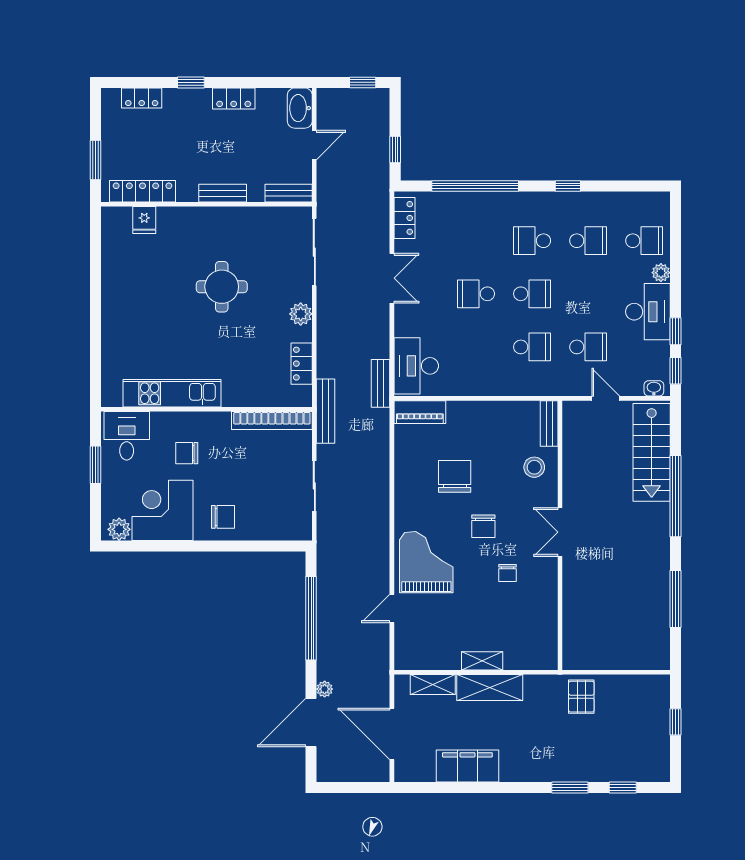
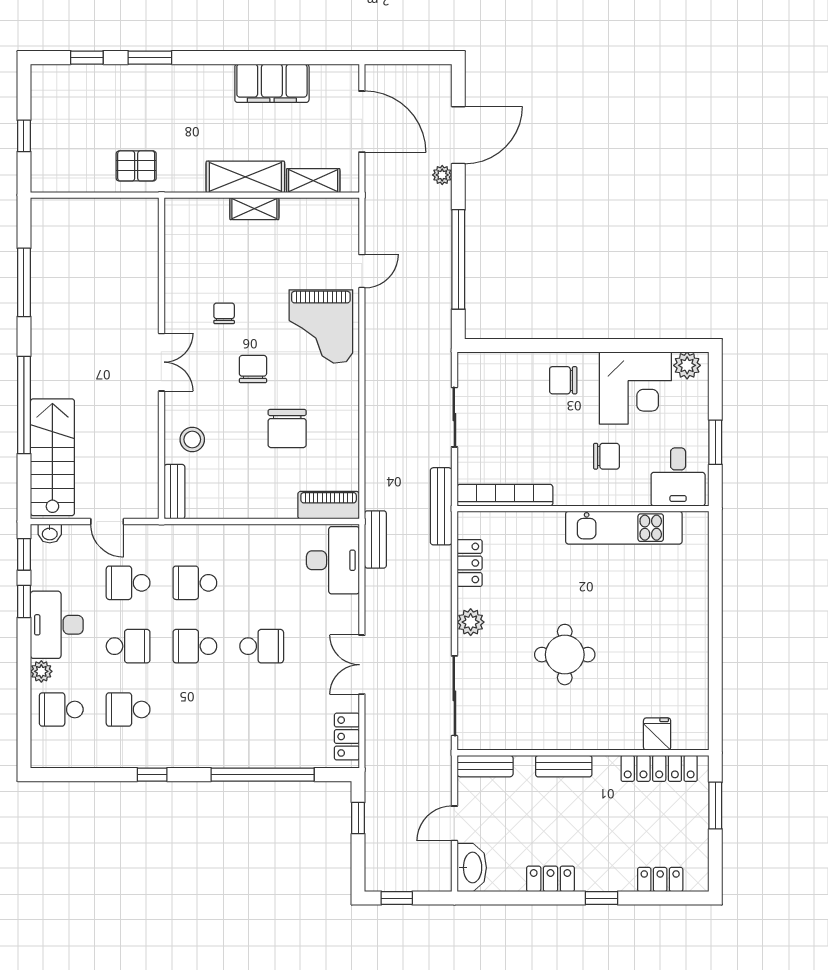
school desk: (532, 241) -> (128, 646), moved
pallet: (581, 697) -> (136, 166), turned 90

